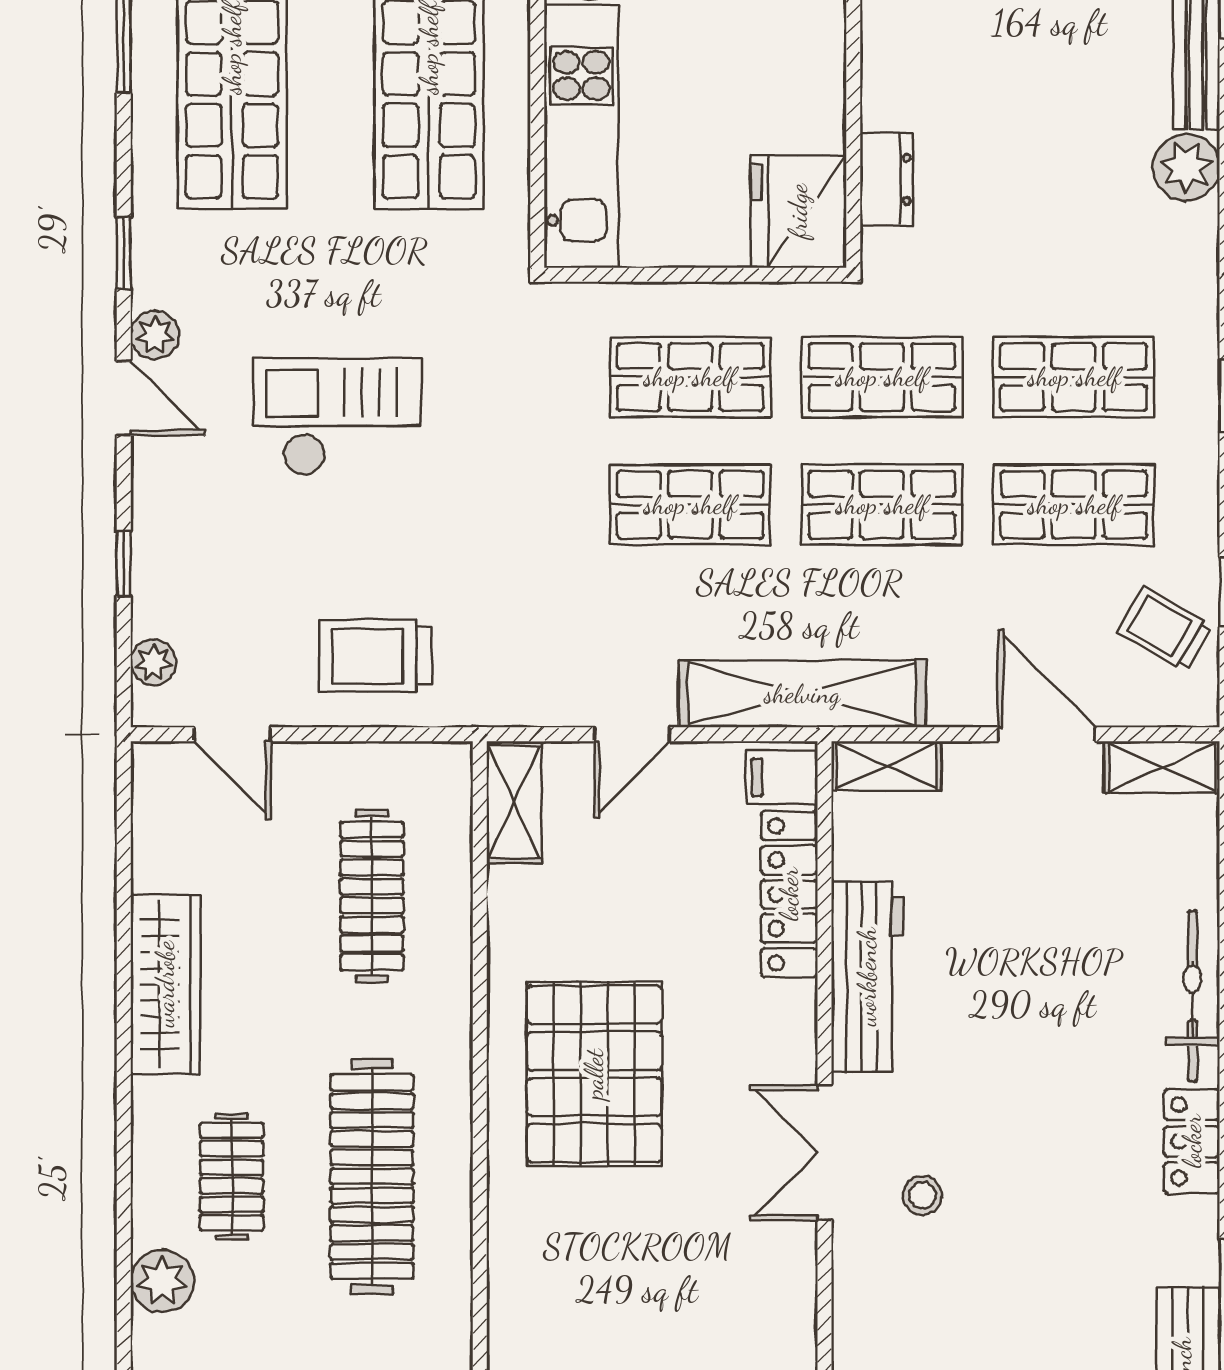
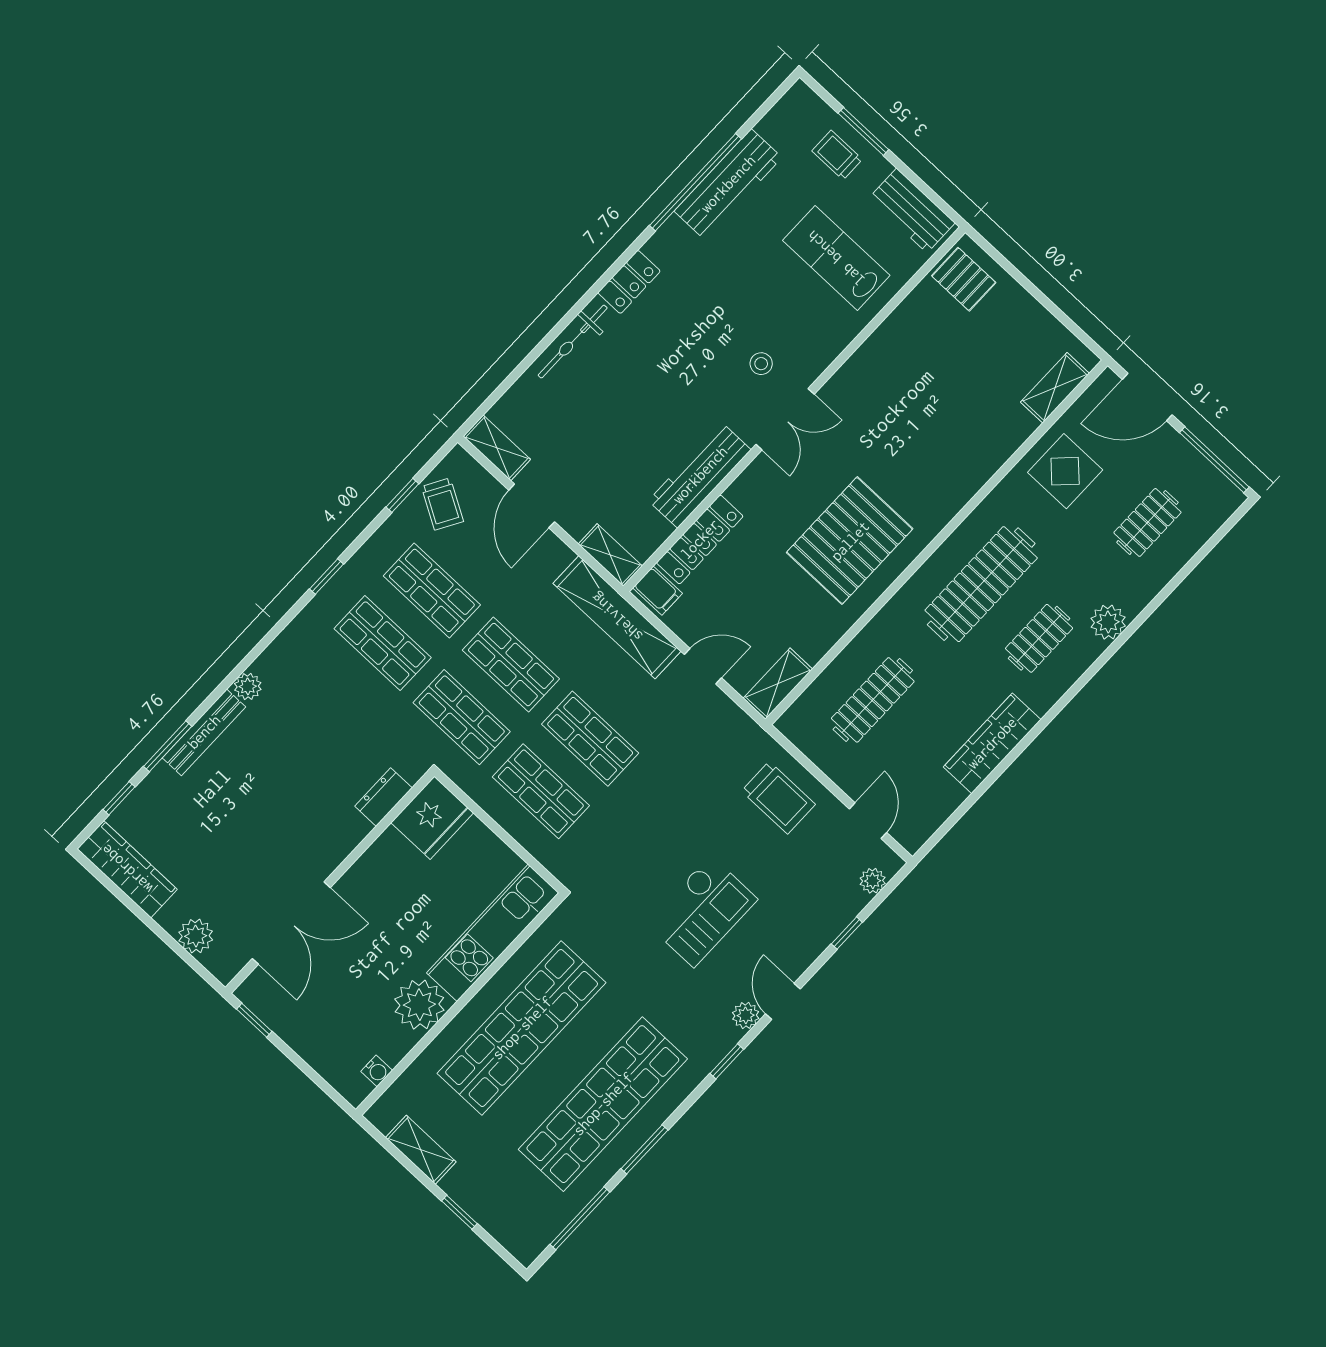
plant: (1186, 167) -> (248, 686), width x0.73, depth x0.73
checkout: (337, 417) -> (702, 911), turned -90

